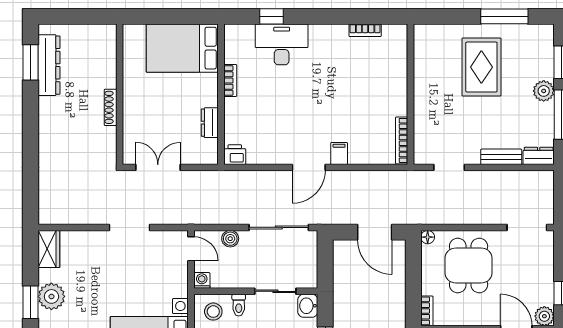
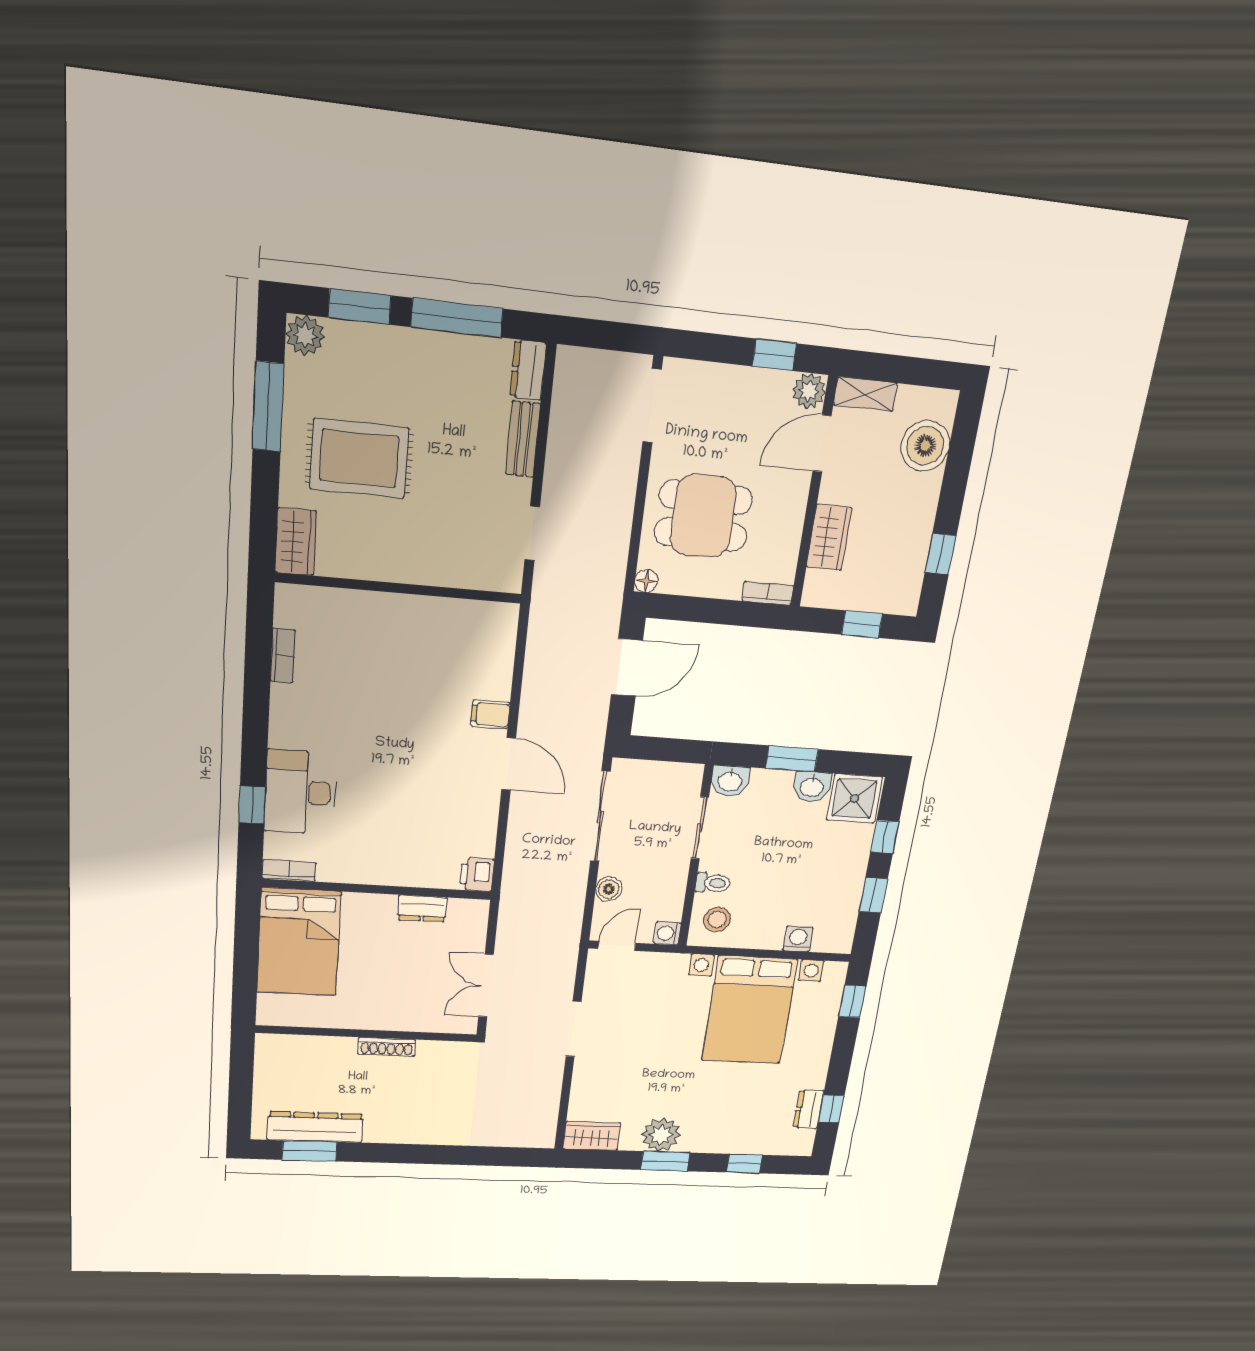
wardrobe: (432, 35) -> (296, 542), added
bookcase: (230, 80) -> (289, 870), moved
plant: (544, 91) -> (305, 335), moved
bookcase: (402, 140) -> (478, 610), removed

